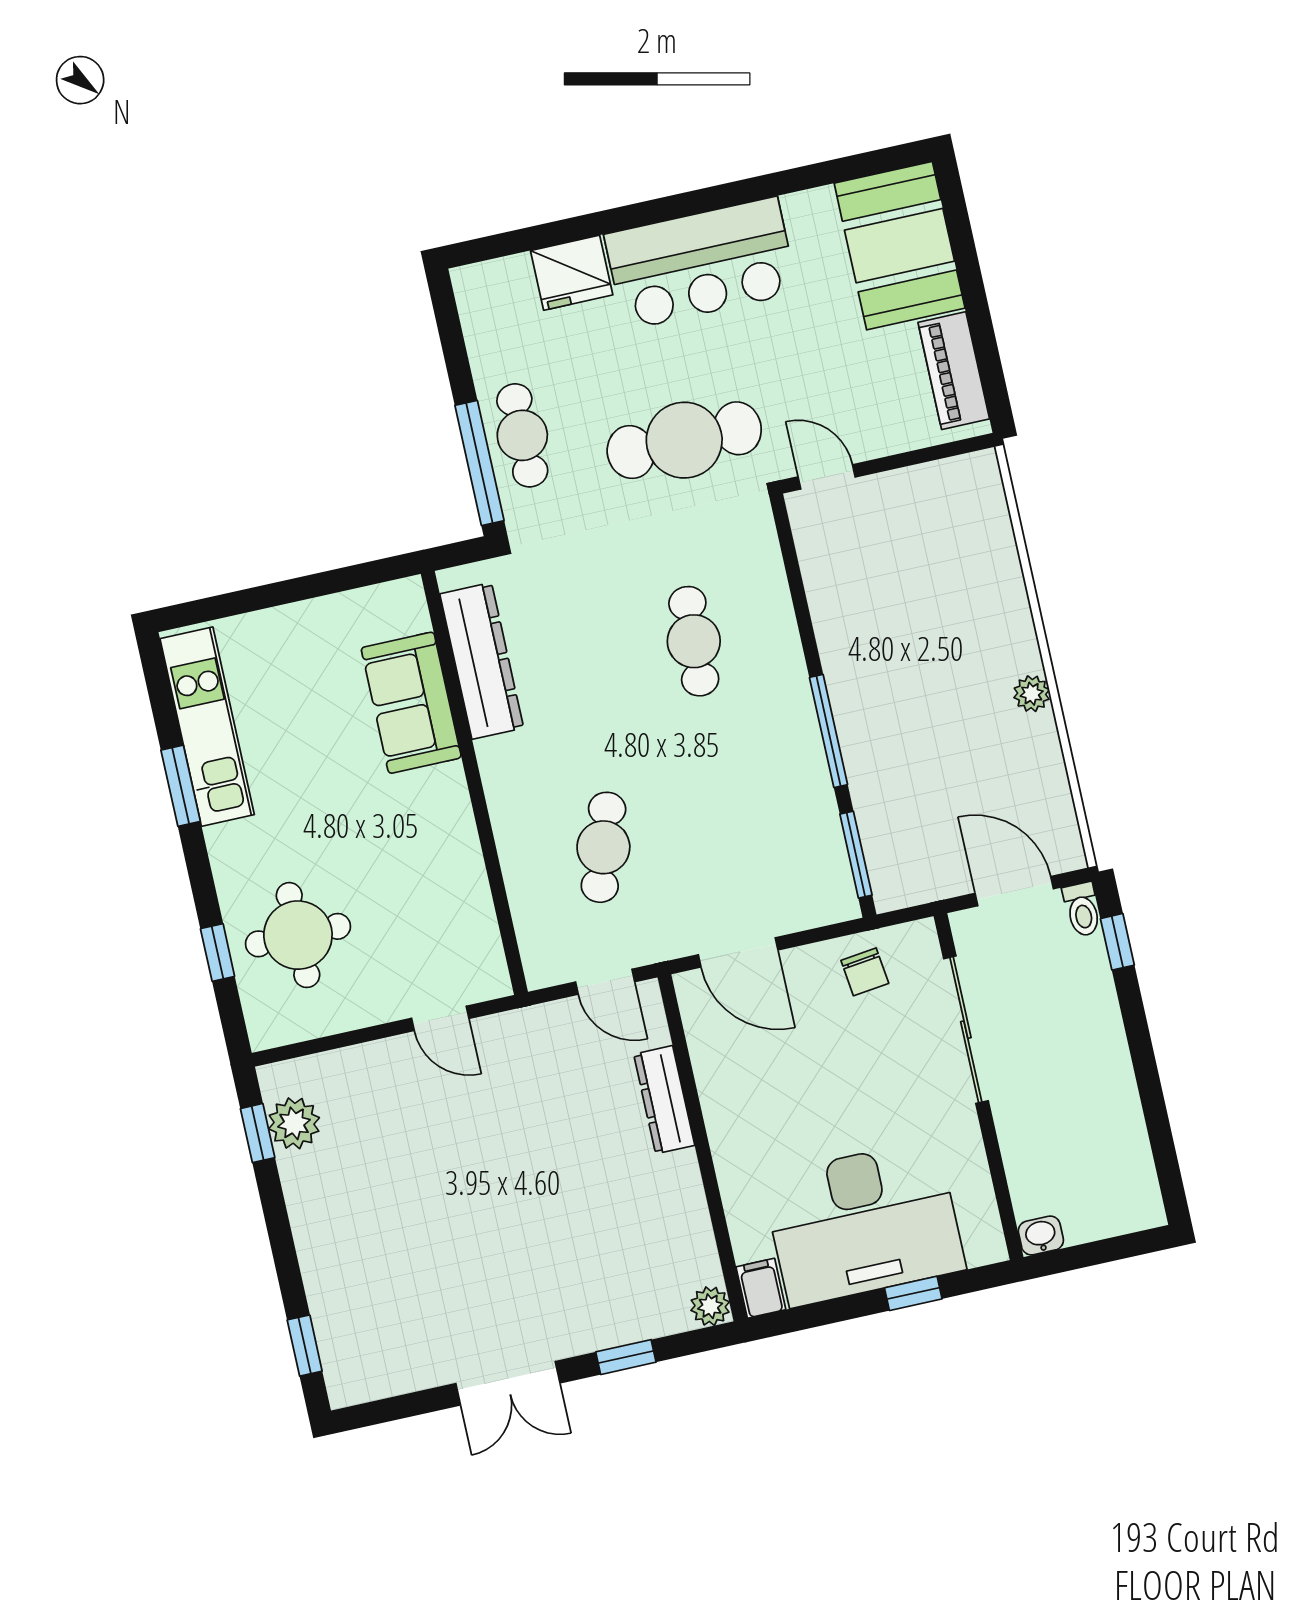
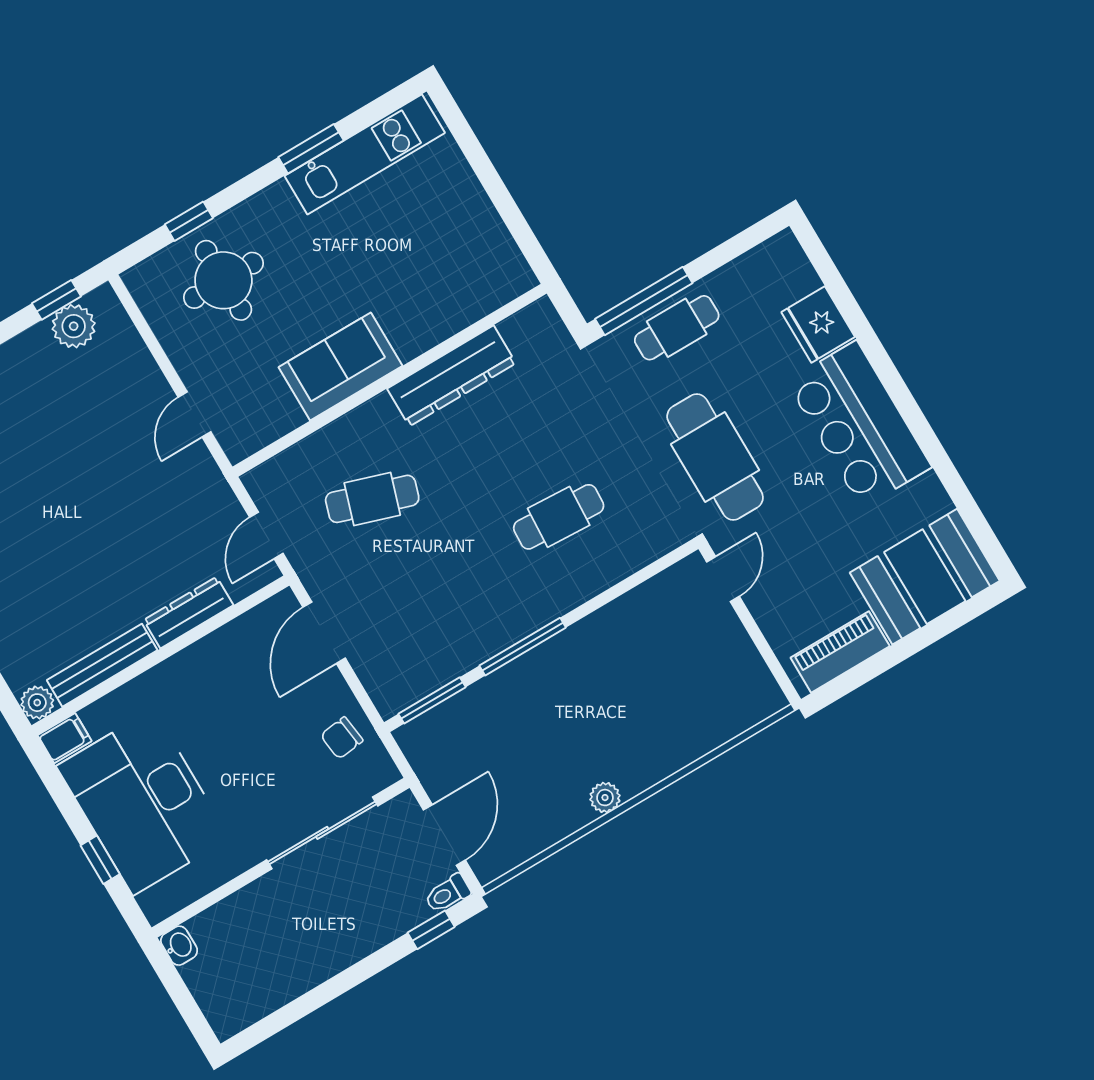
dresser: (482, 661) -> (451, 376), moved
sofa: (411, 703) -> (340, 367), moved
bench: (692, 1218) -> (102, 665), added

